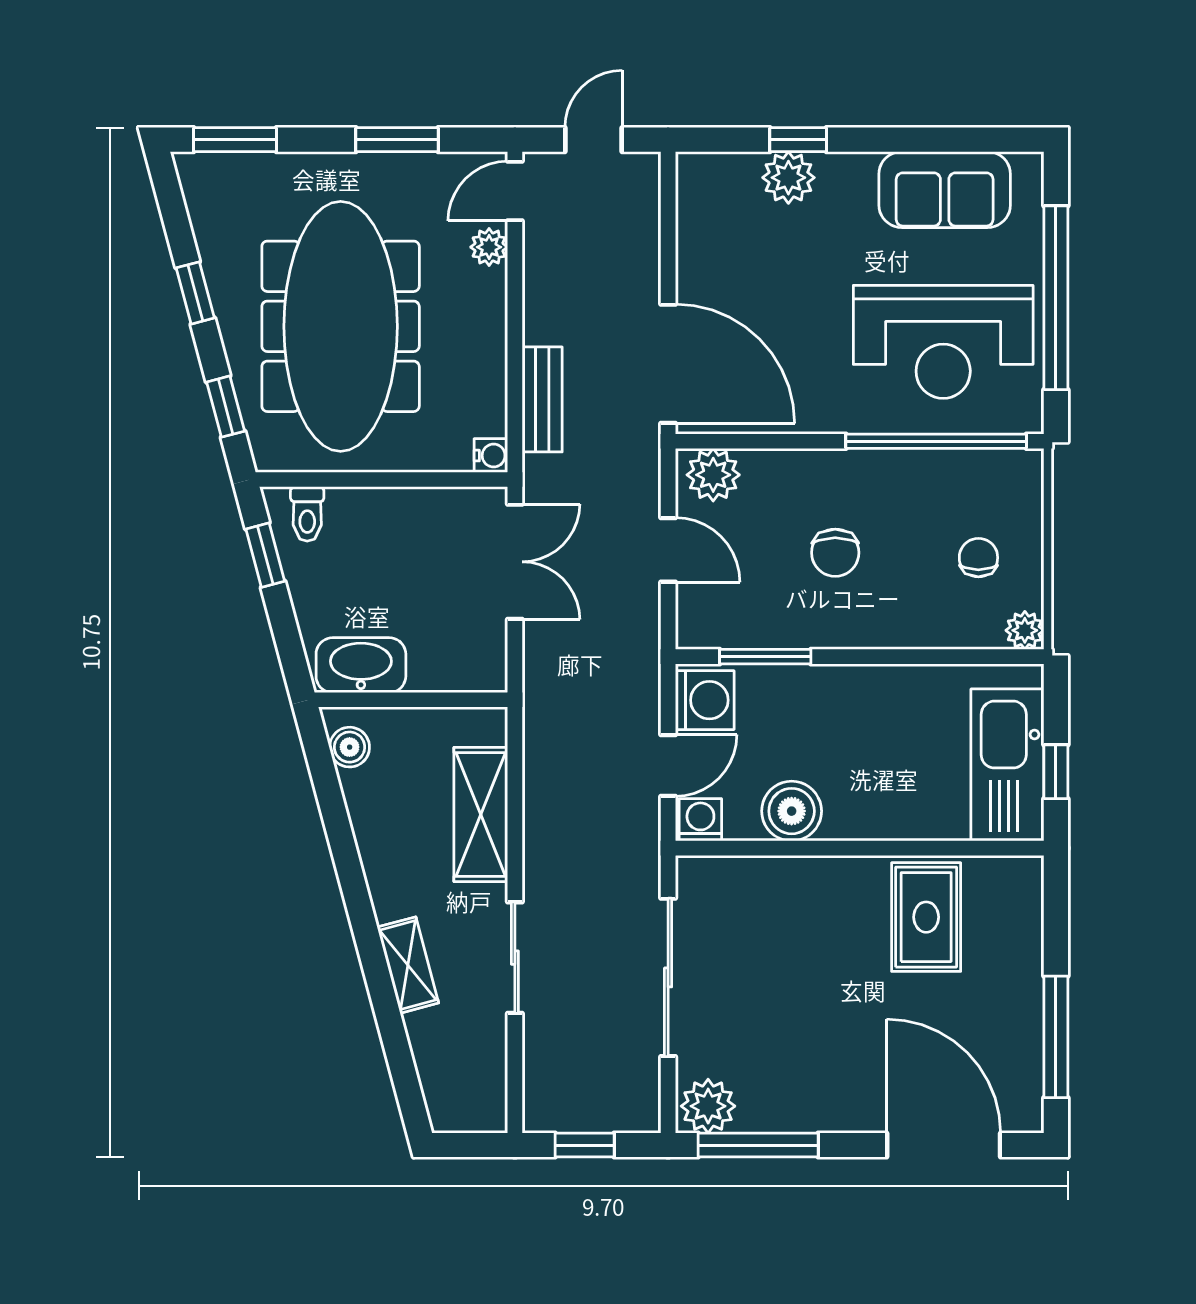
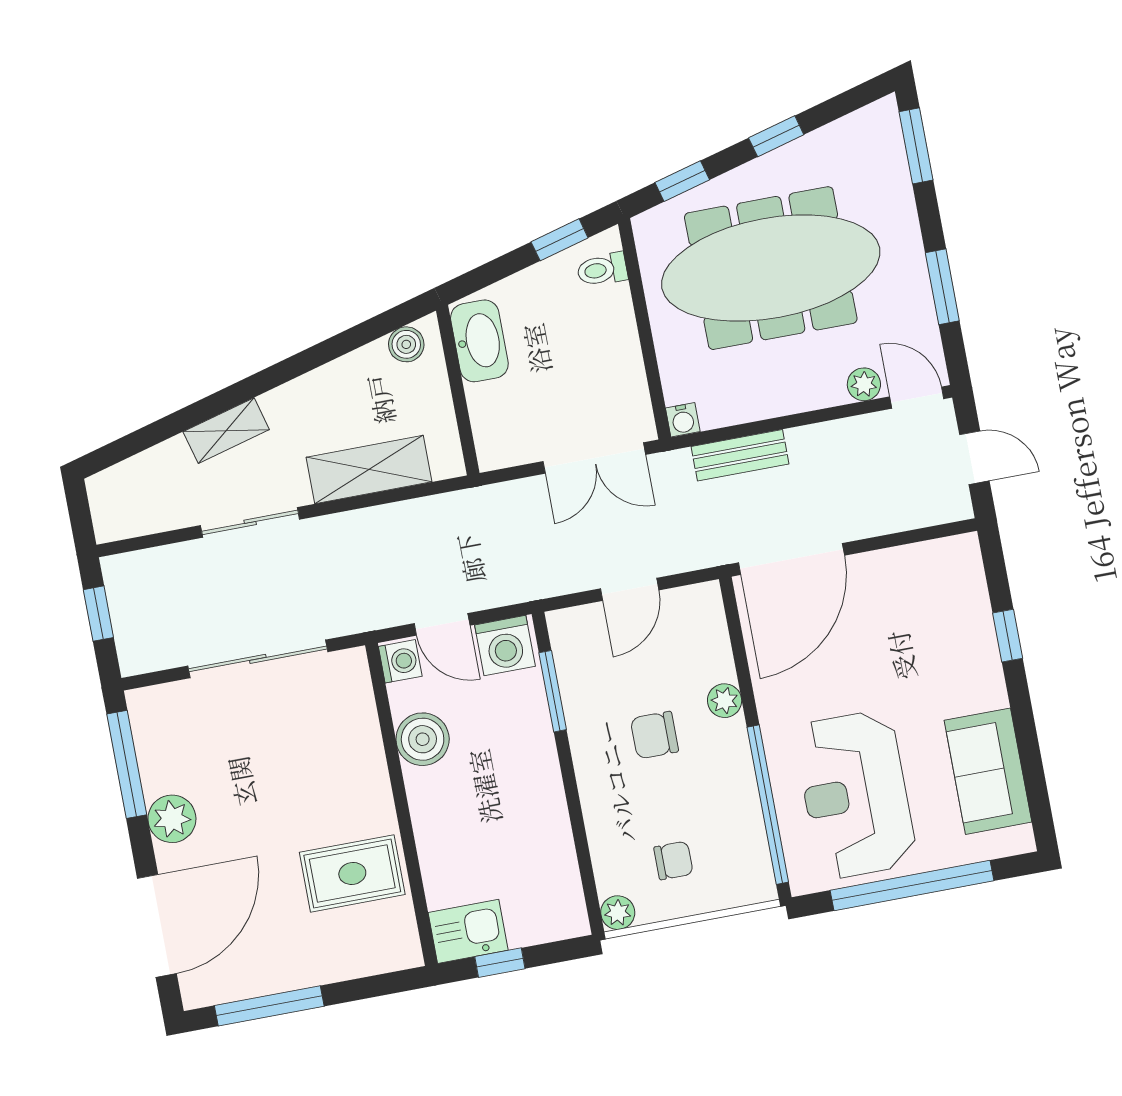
plant: (788, 178) -> (973, 633), removed
plant: (713, 475) -> (725, 701), moved, width x0.73, depth x0.73
kitchen sink: (1007, 765) -> (468, 931), width x0.53, depth x0.81
plant: (708, 1106) -> (172, 819), moved

